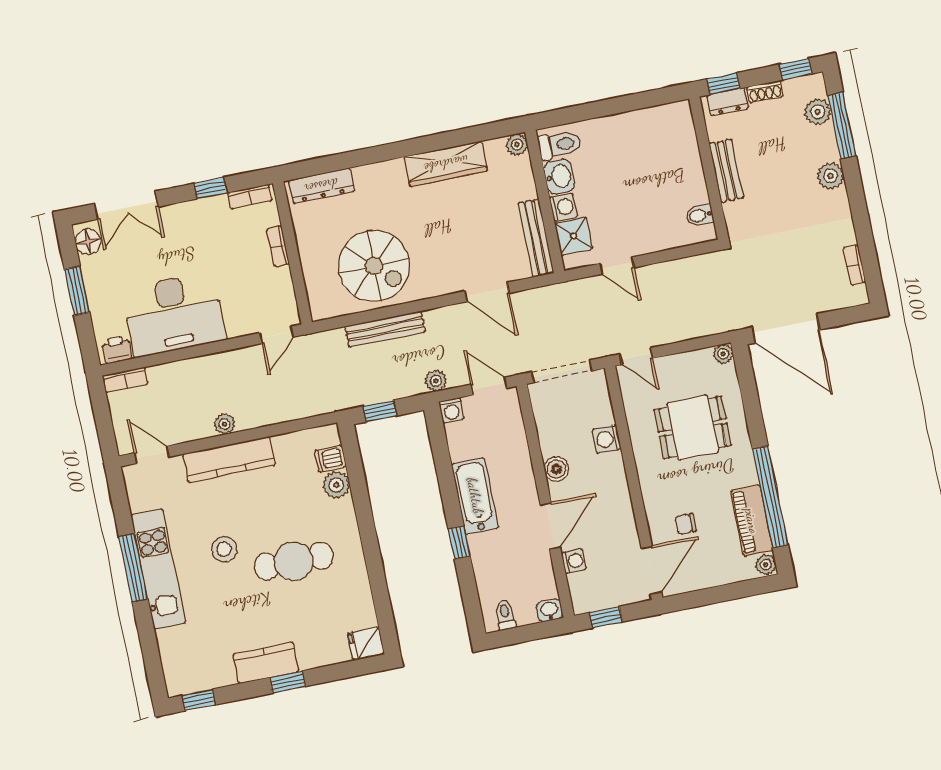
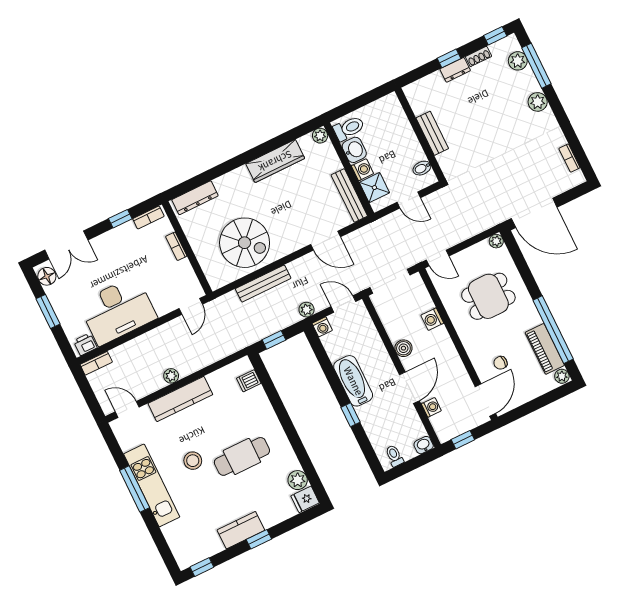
wall: (709, 168) -> (420, 135), moved
bench: (726, 171) -> (432, 133), moved
bidet: (699, 215) -> (422, 168), moved
plant: (336, 485) -> (298, 480), moved

